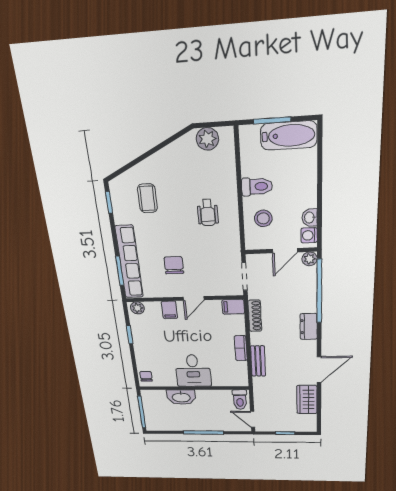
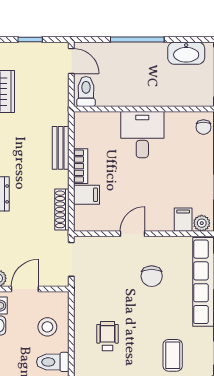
filing cabinet: (233, 307) -> (87, 195), moved
filing cabinet: (169, 310) -> (183, 220), moved
washbasin: (181, 397) -> (186, 53), moved, turned 180

